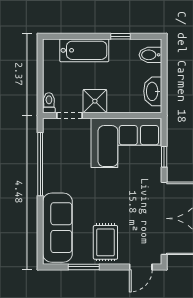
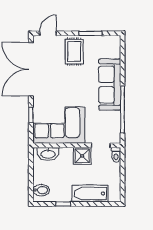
washbasin: (153, 91) -> (48, 154), moved, turned 90
sofa: (57, 228) -> (110, 85), moved

